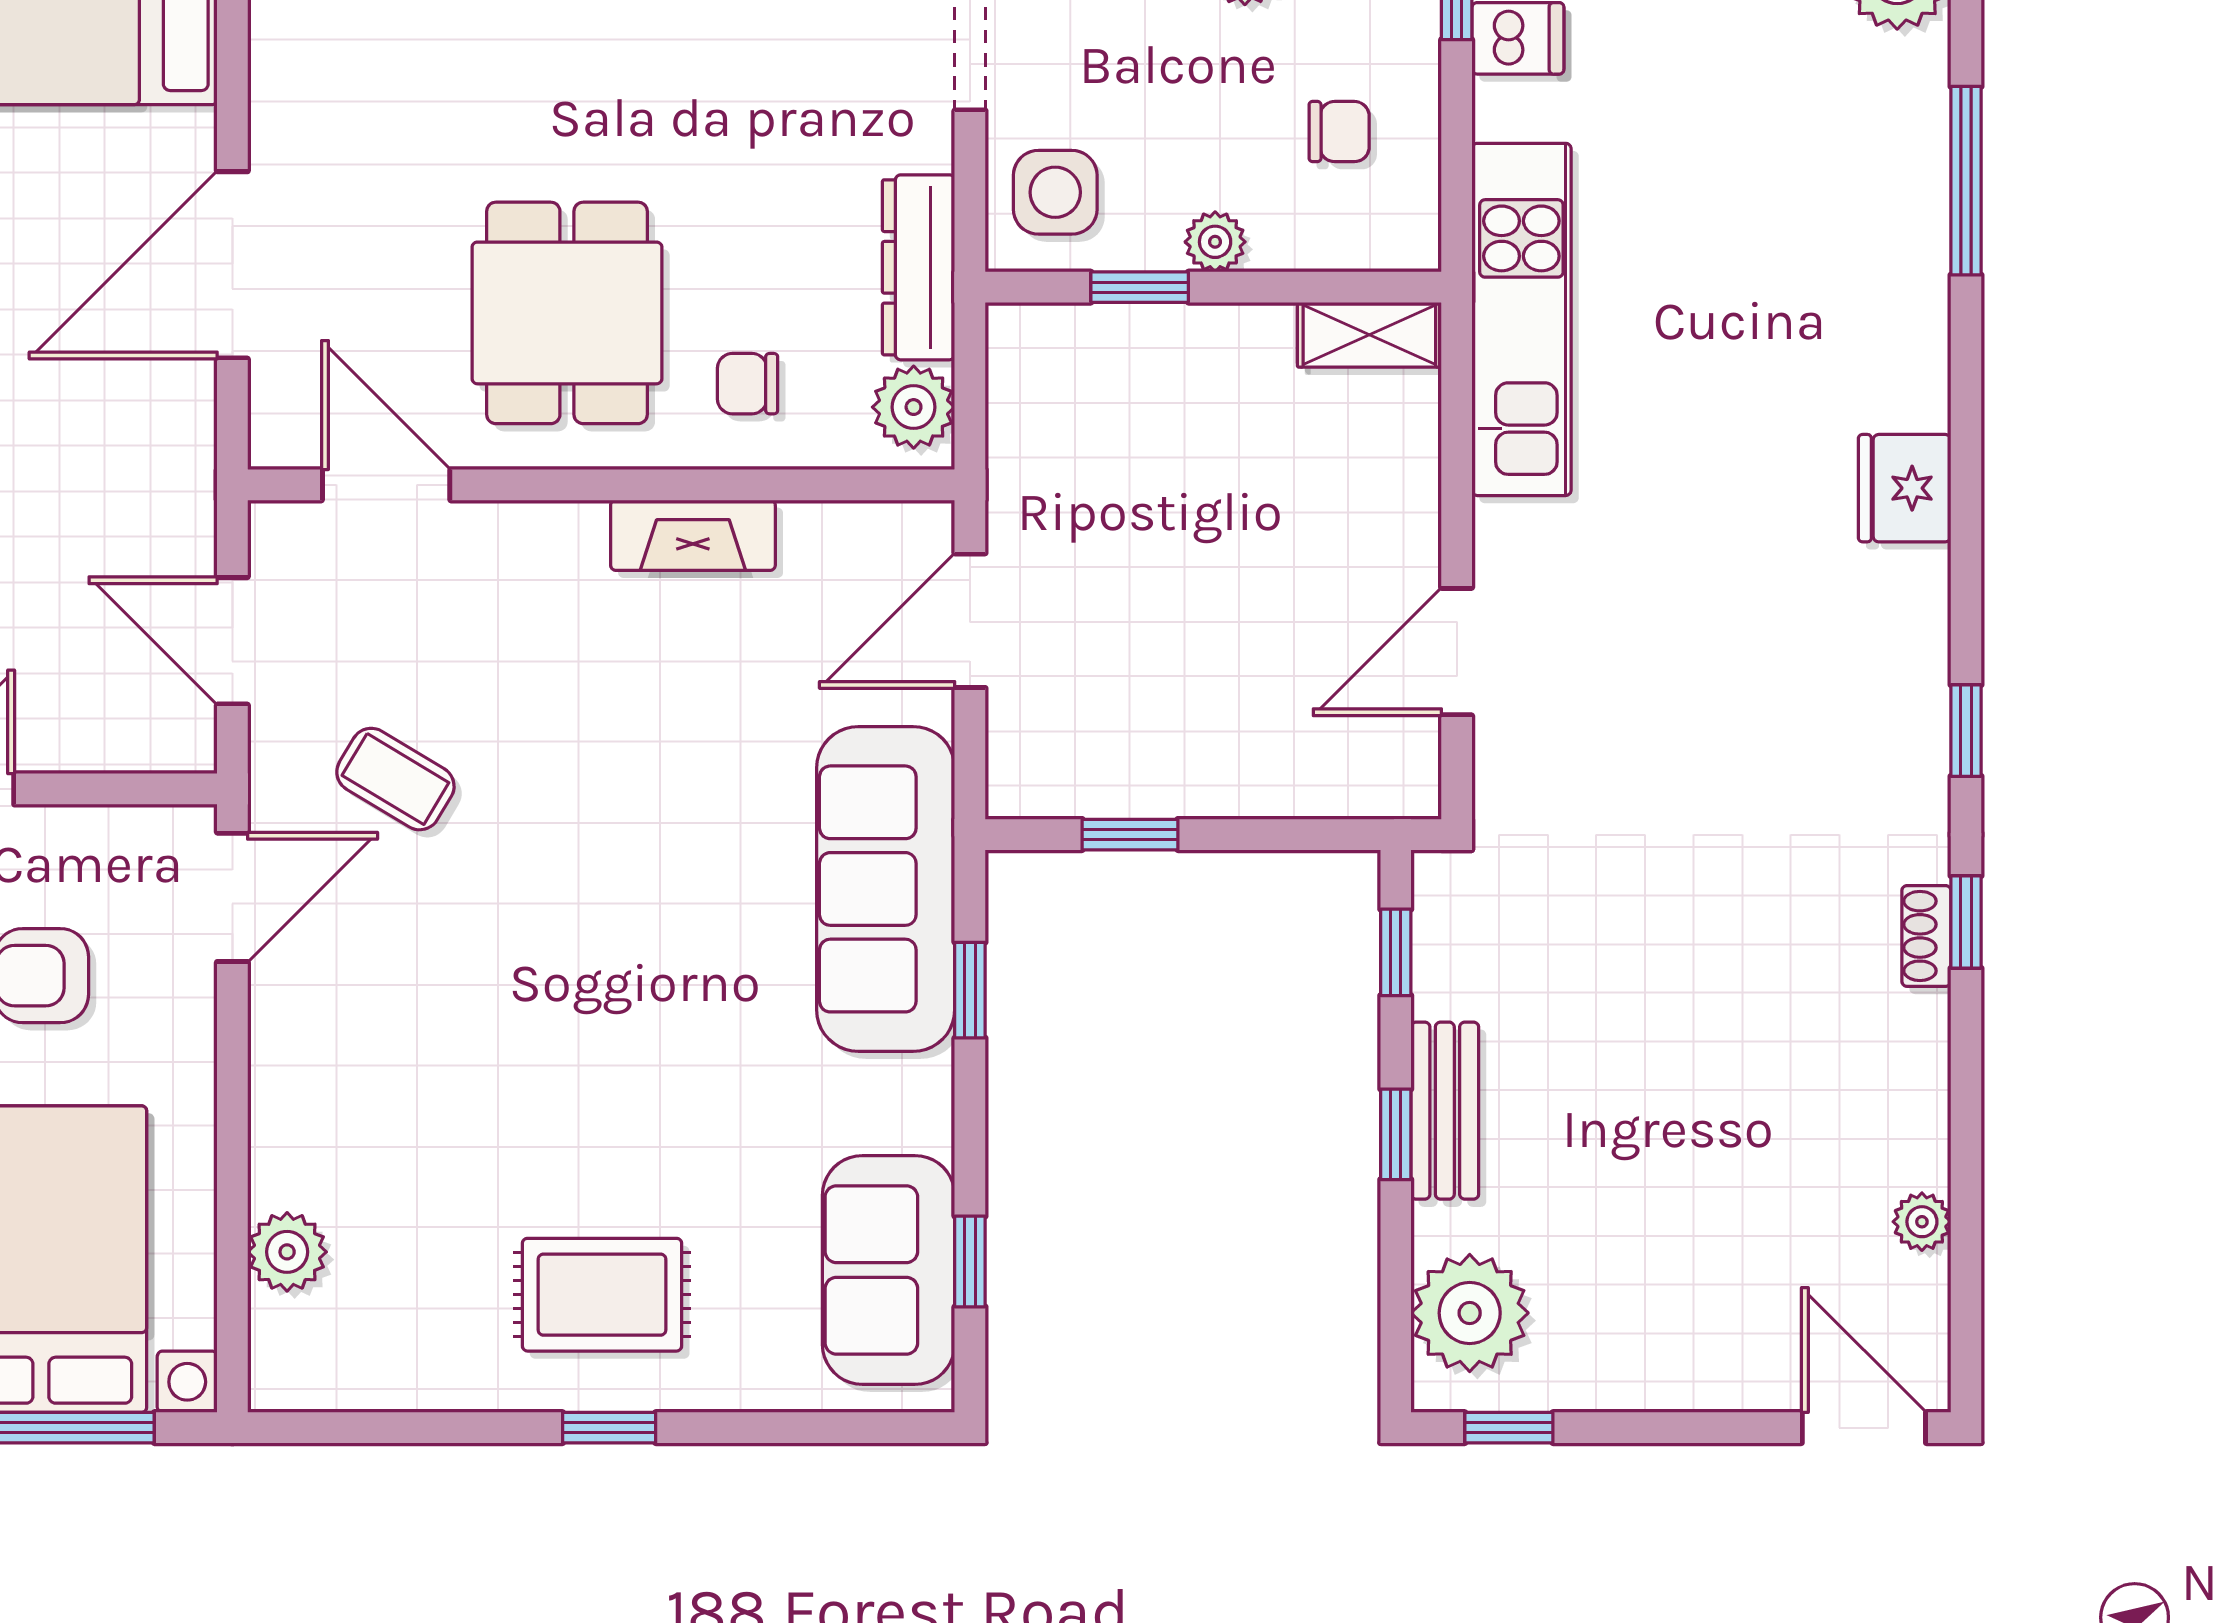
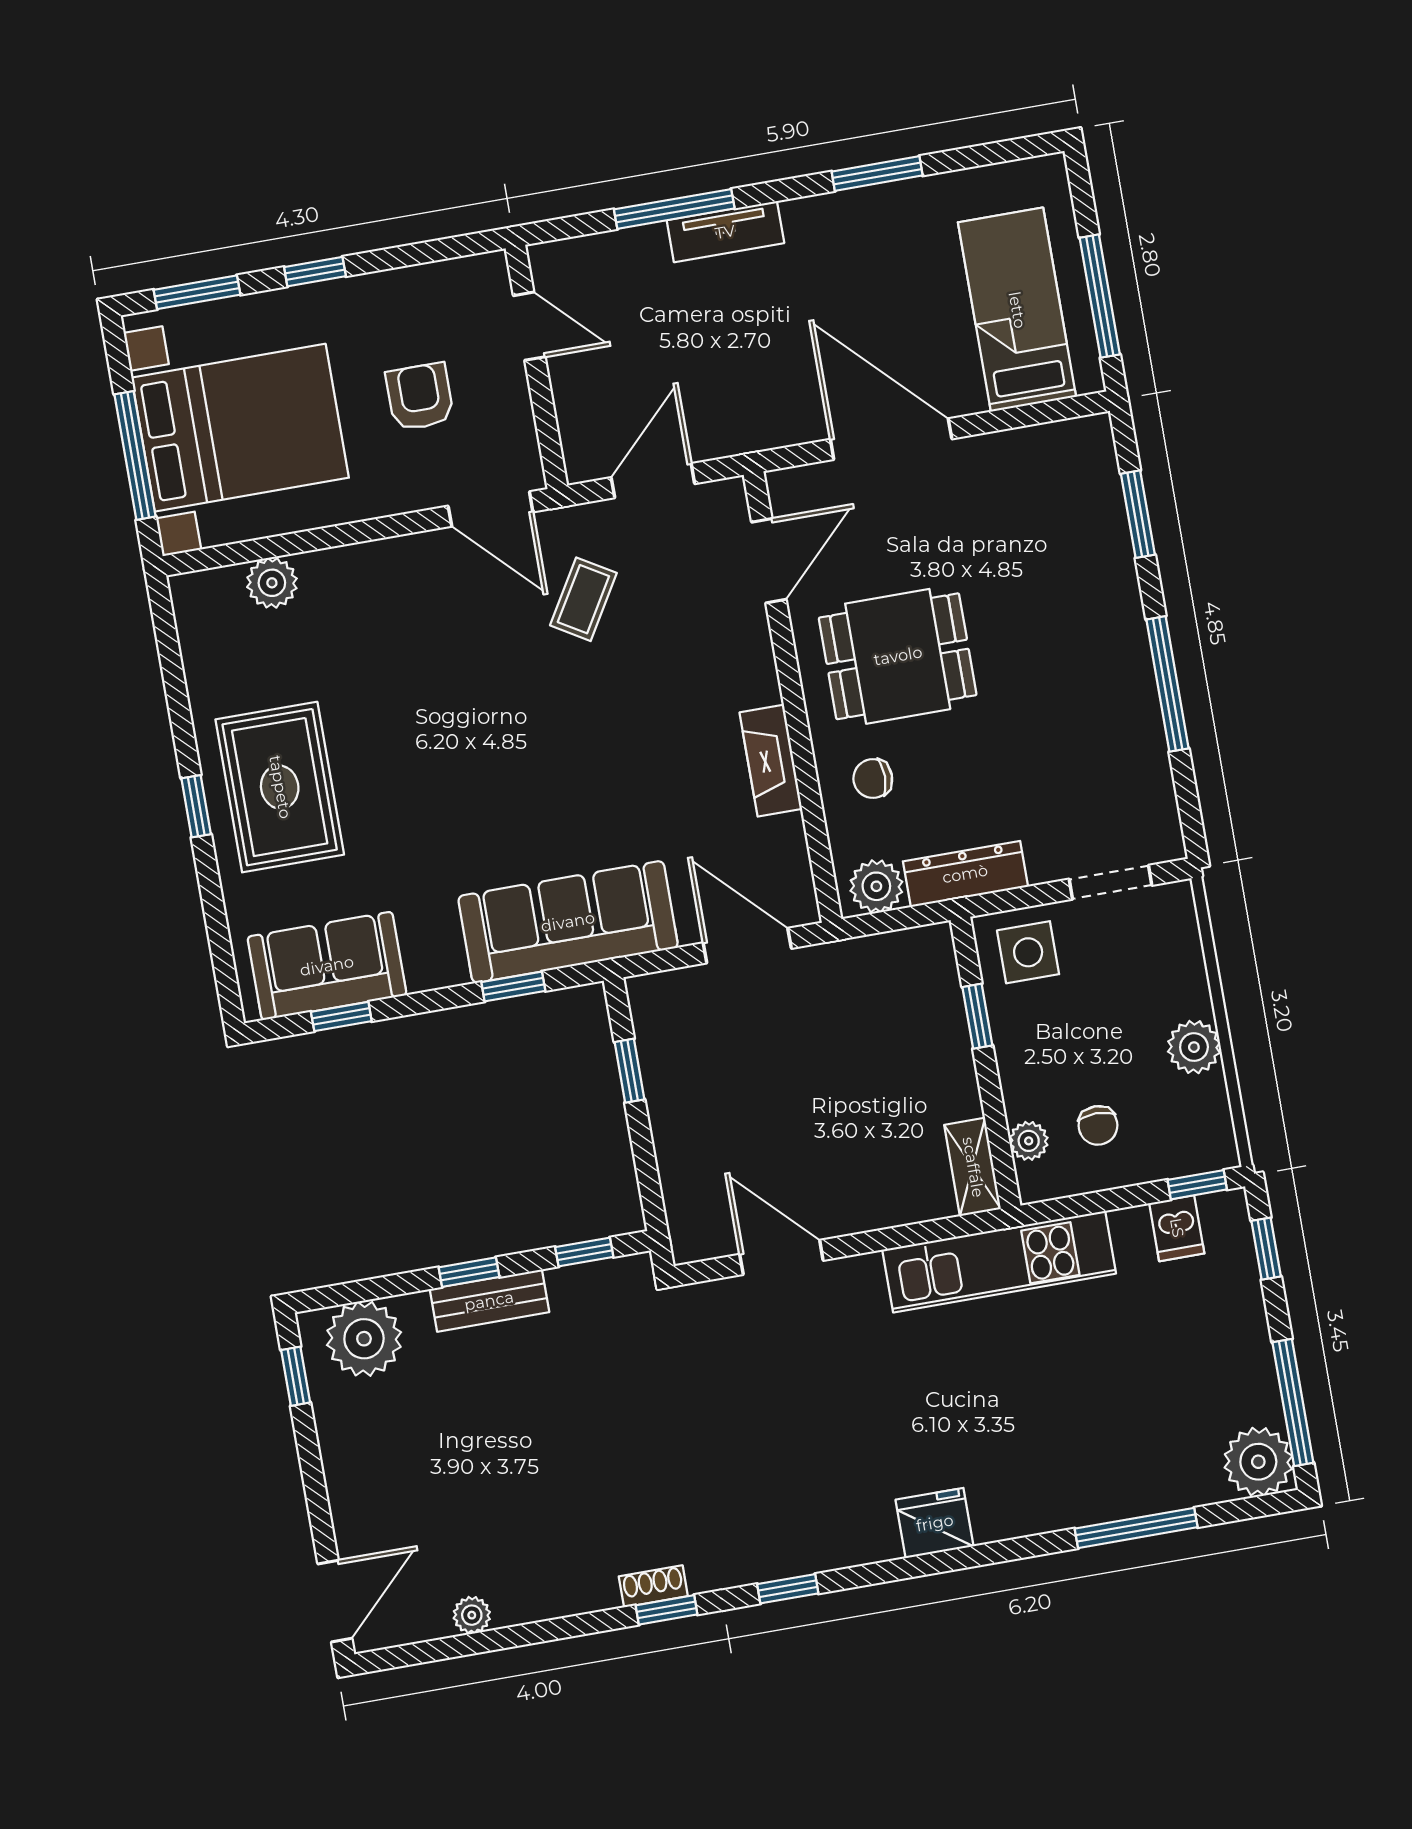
plant: (1215, 242) -> (1029, 1141), moved
chair: (748, 384) -> (873, 779), turned -90
rug: (602, 1295) -> (280, 787), width x1.36, depth x1.43

